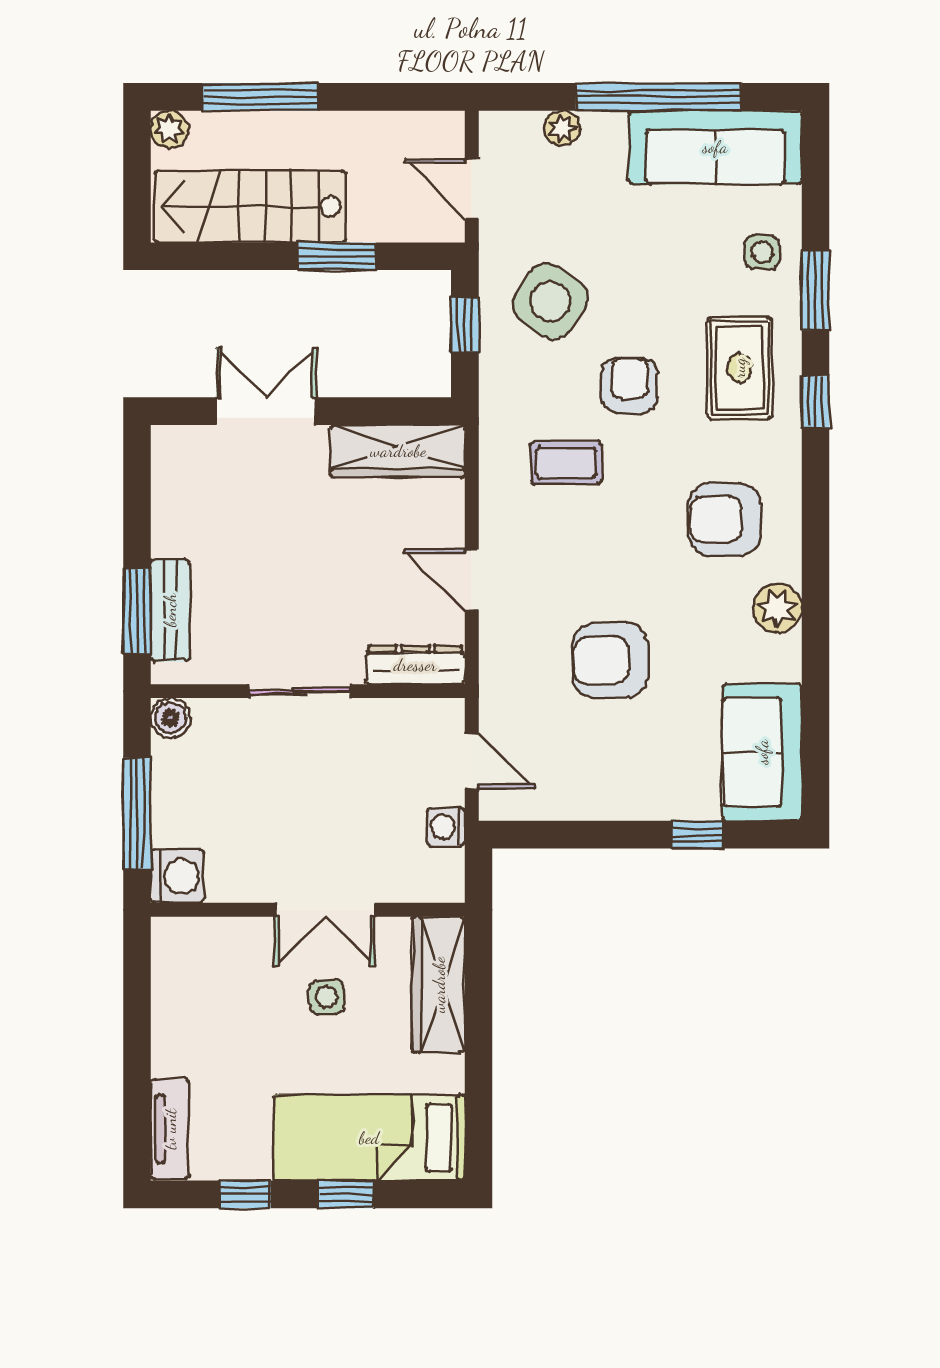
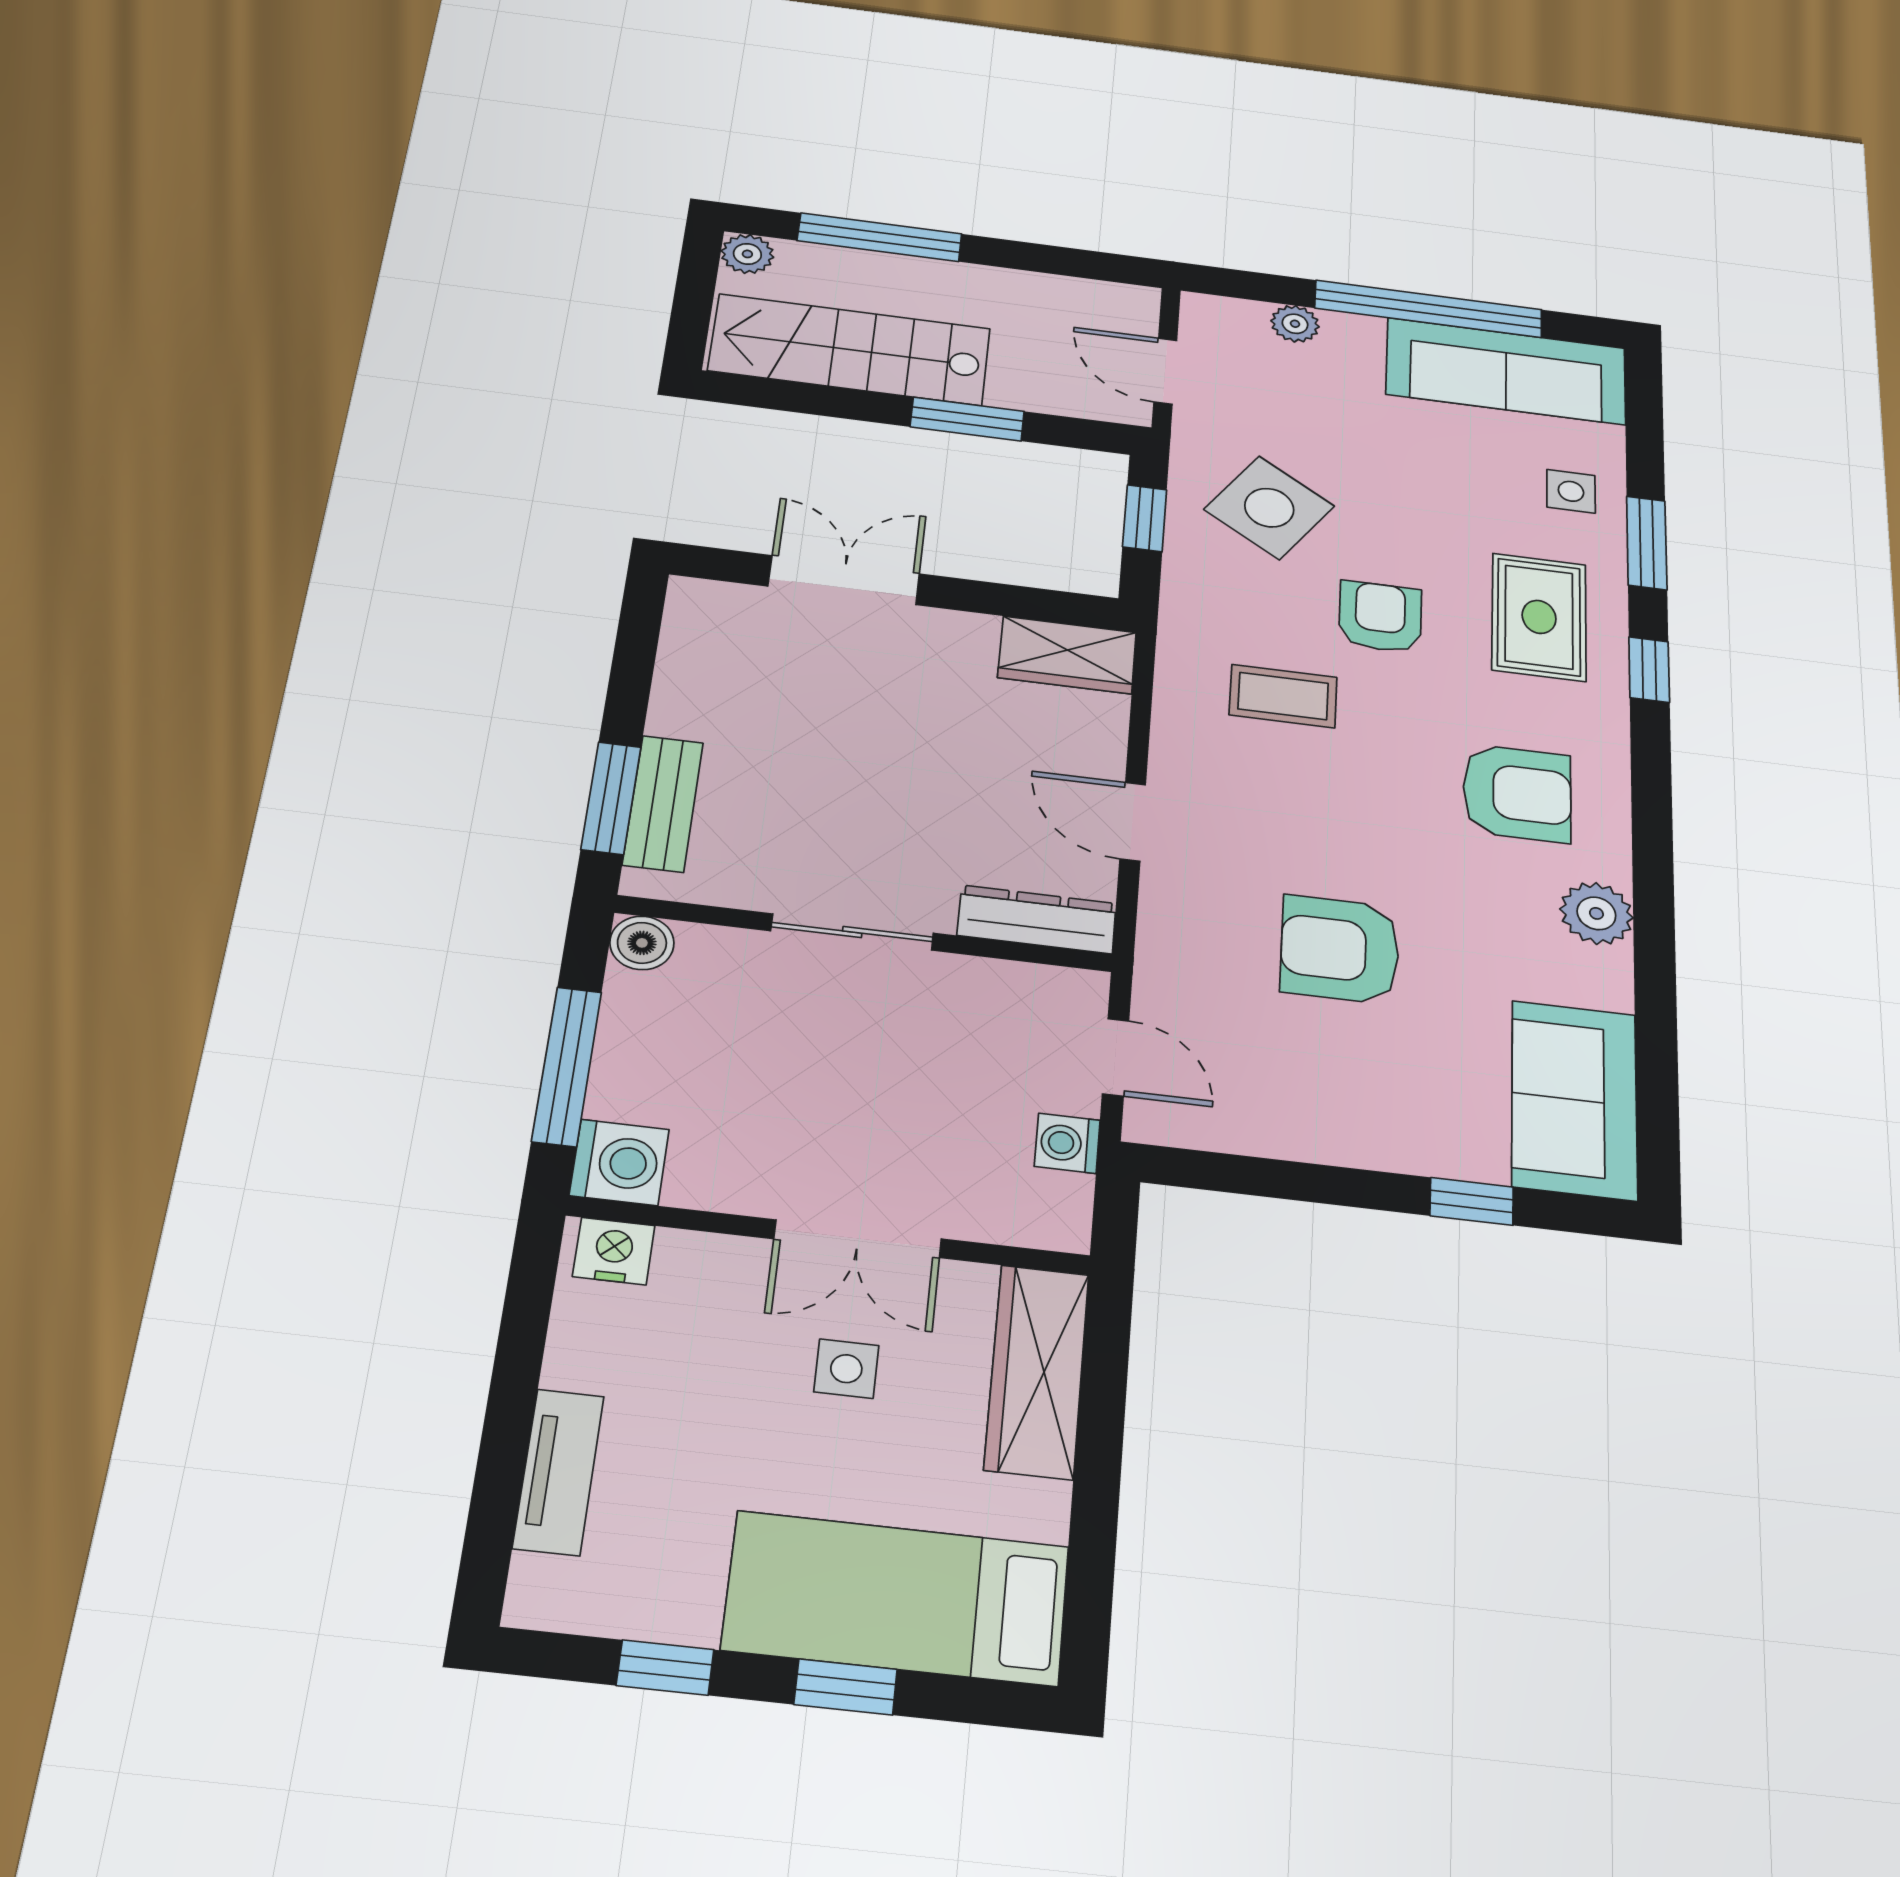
wardrobe: (398, 451) -> (1067, 655), width x0.67
armchair: (725, 519) -> (1517, 793), turned 180
nightstand: (182, 937) -> (614, 1251), added
tv unit: (170, 1129) -> (559, 1472), moved

